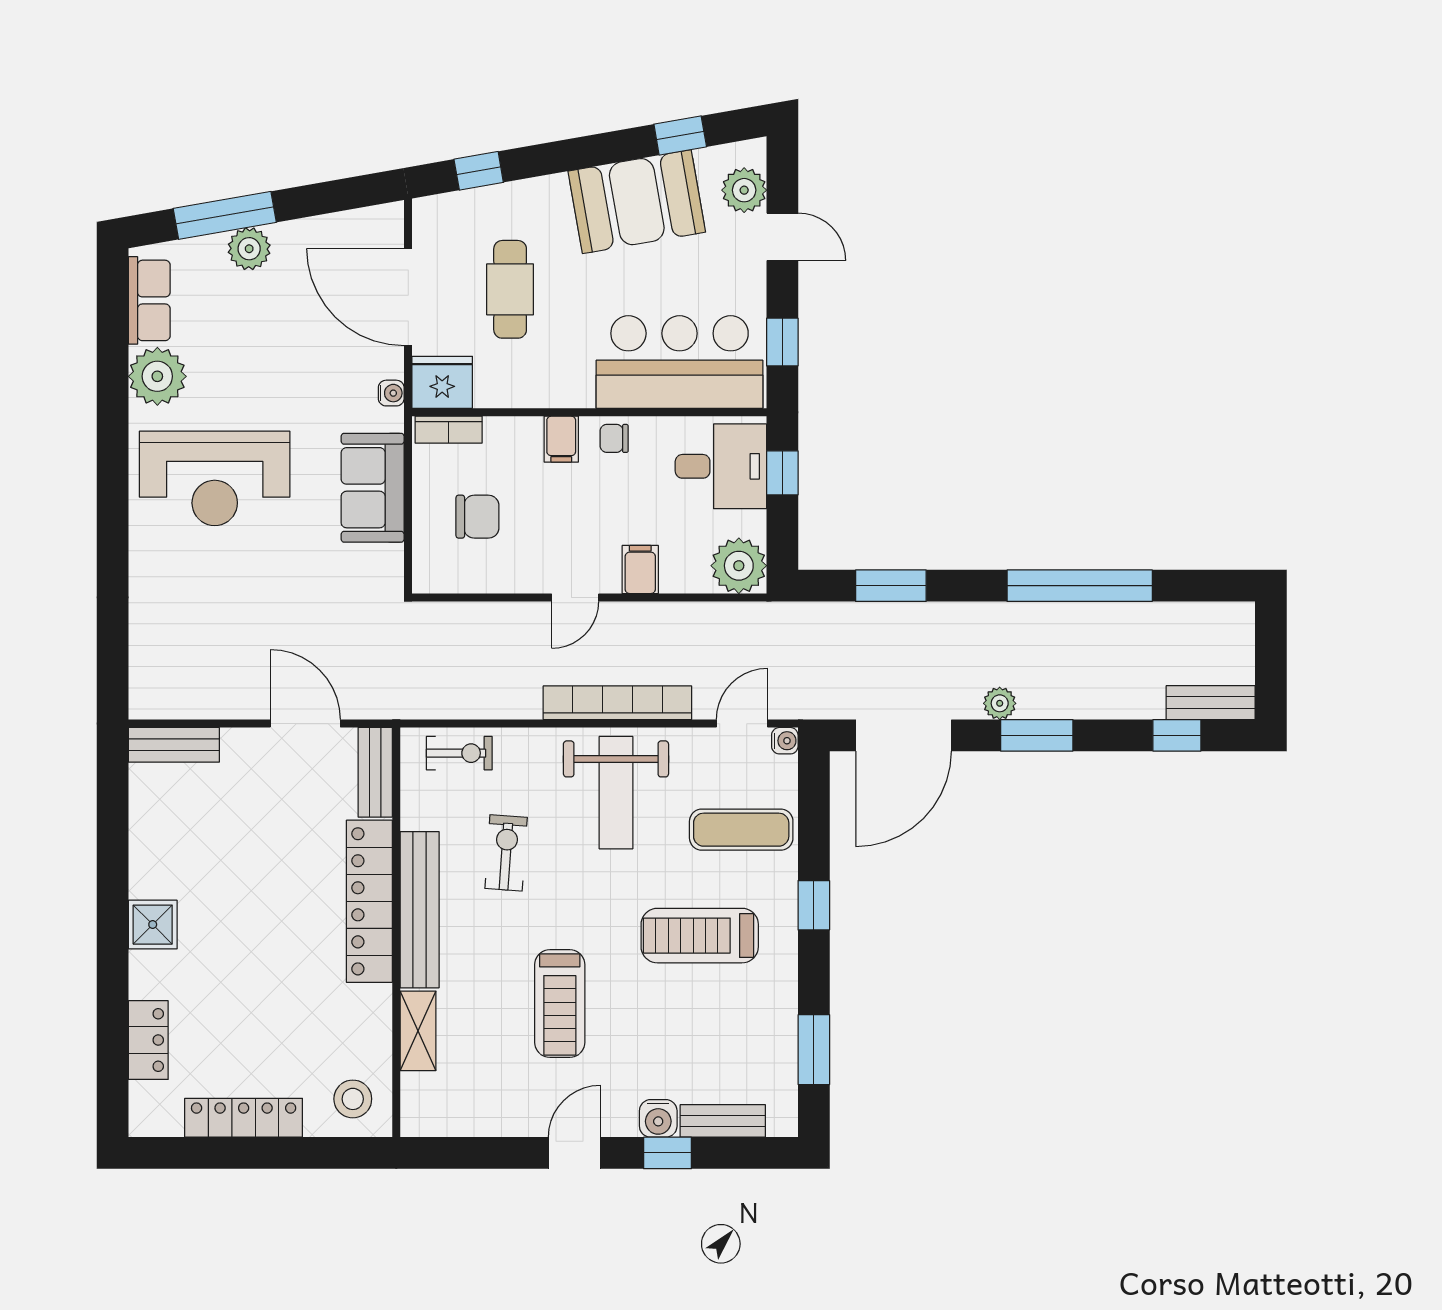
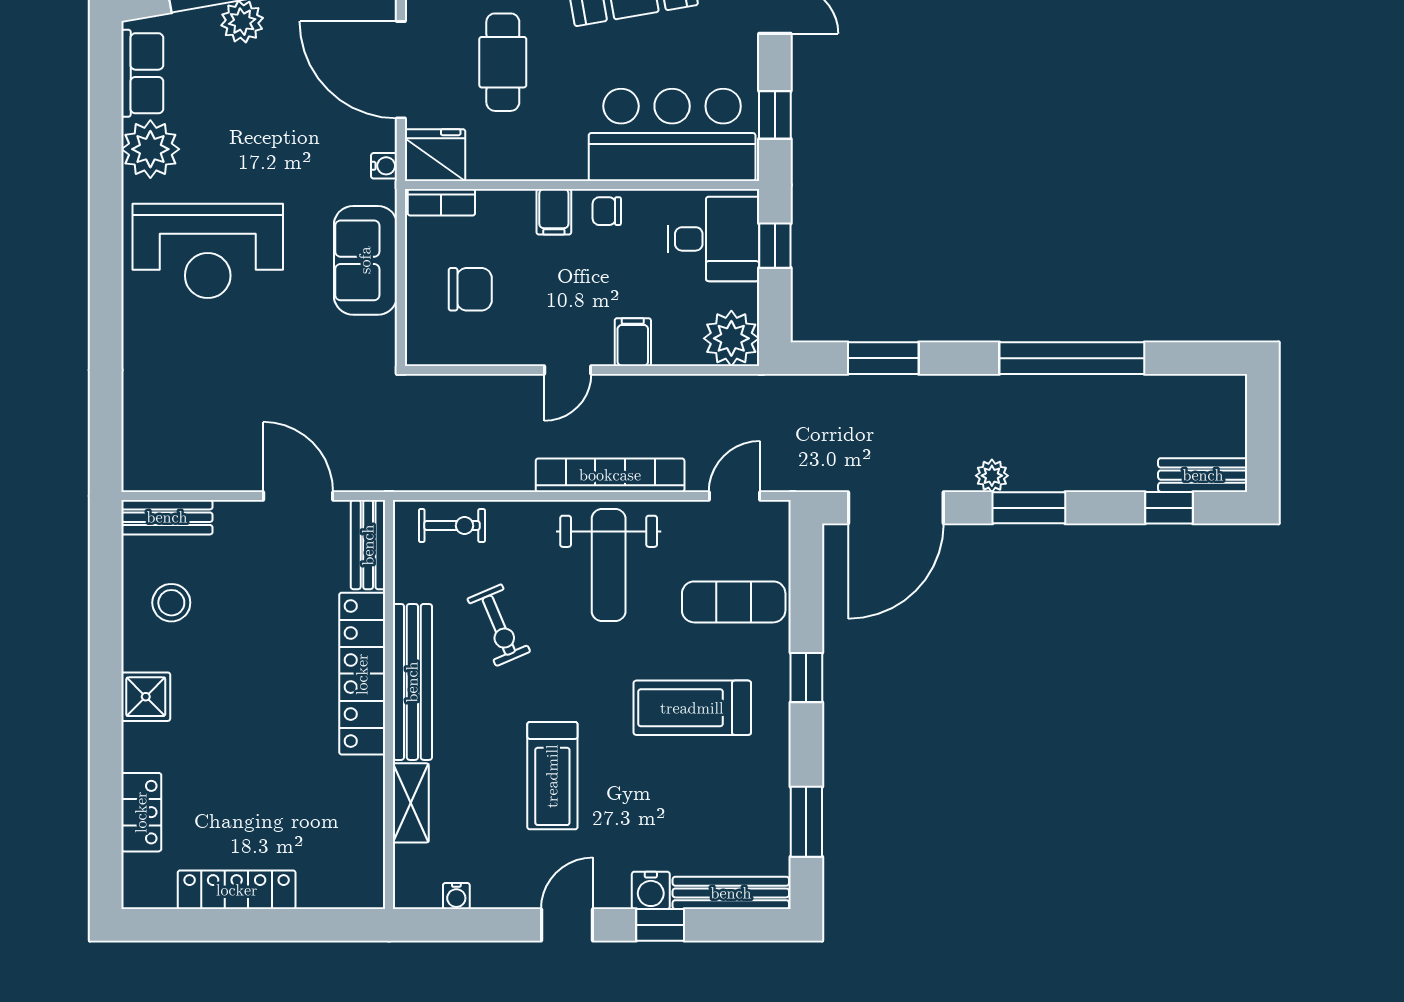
water cooler: (785, 741) -> (456, 896), moved, turned 90
exercise bike: (506, 853) -> (499, 625), turned 153
stool: (353, 1099) -> (171, 603), moved
bench: (723, 1121) -> (731, 893), width x1.36

